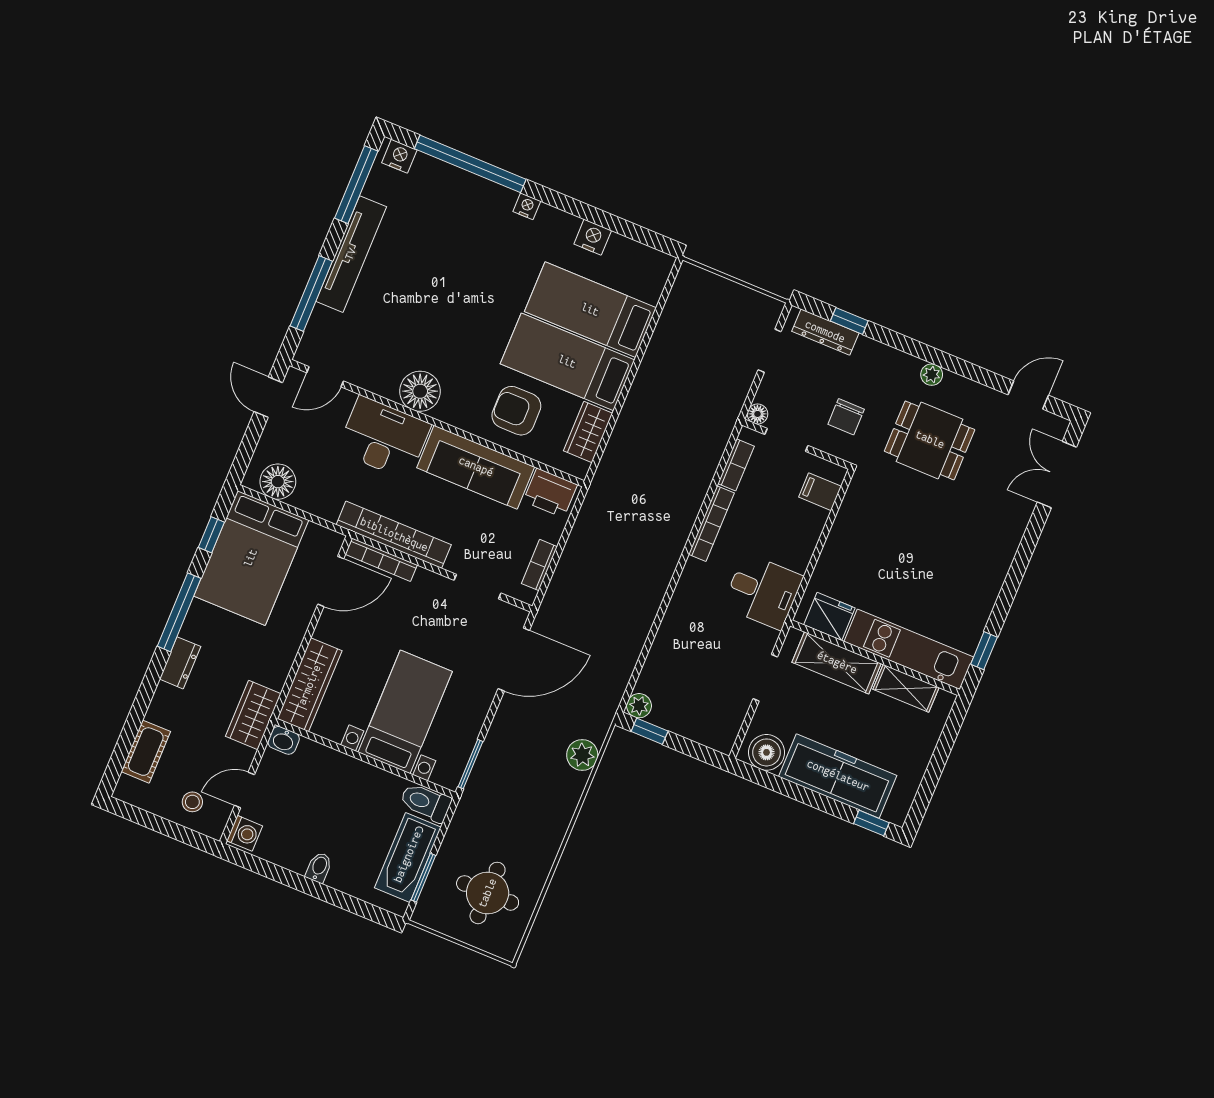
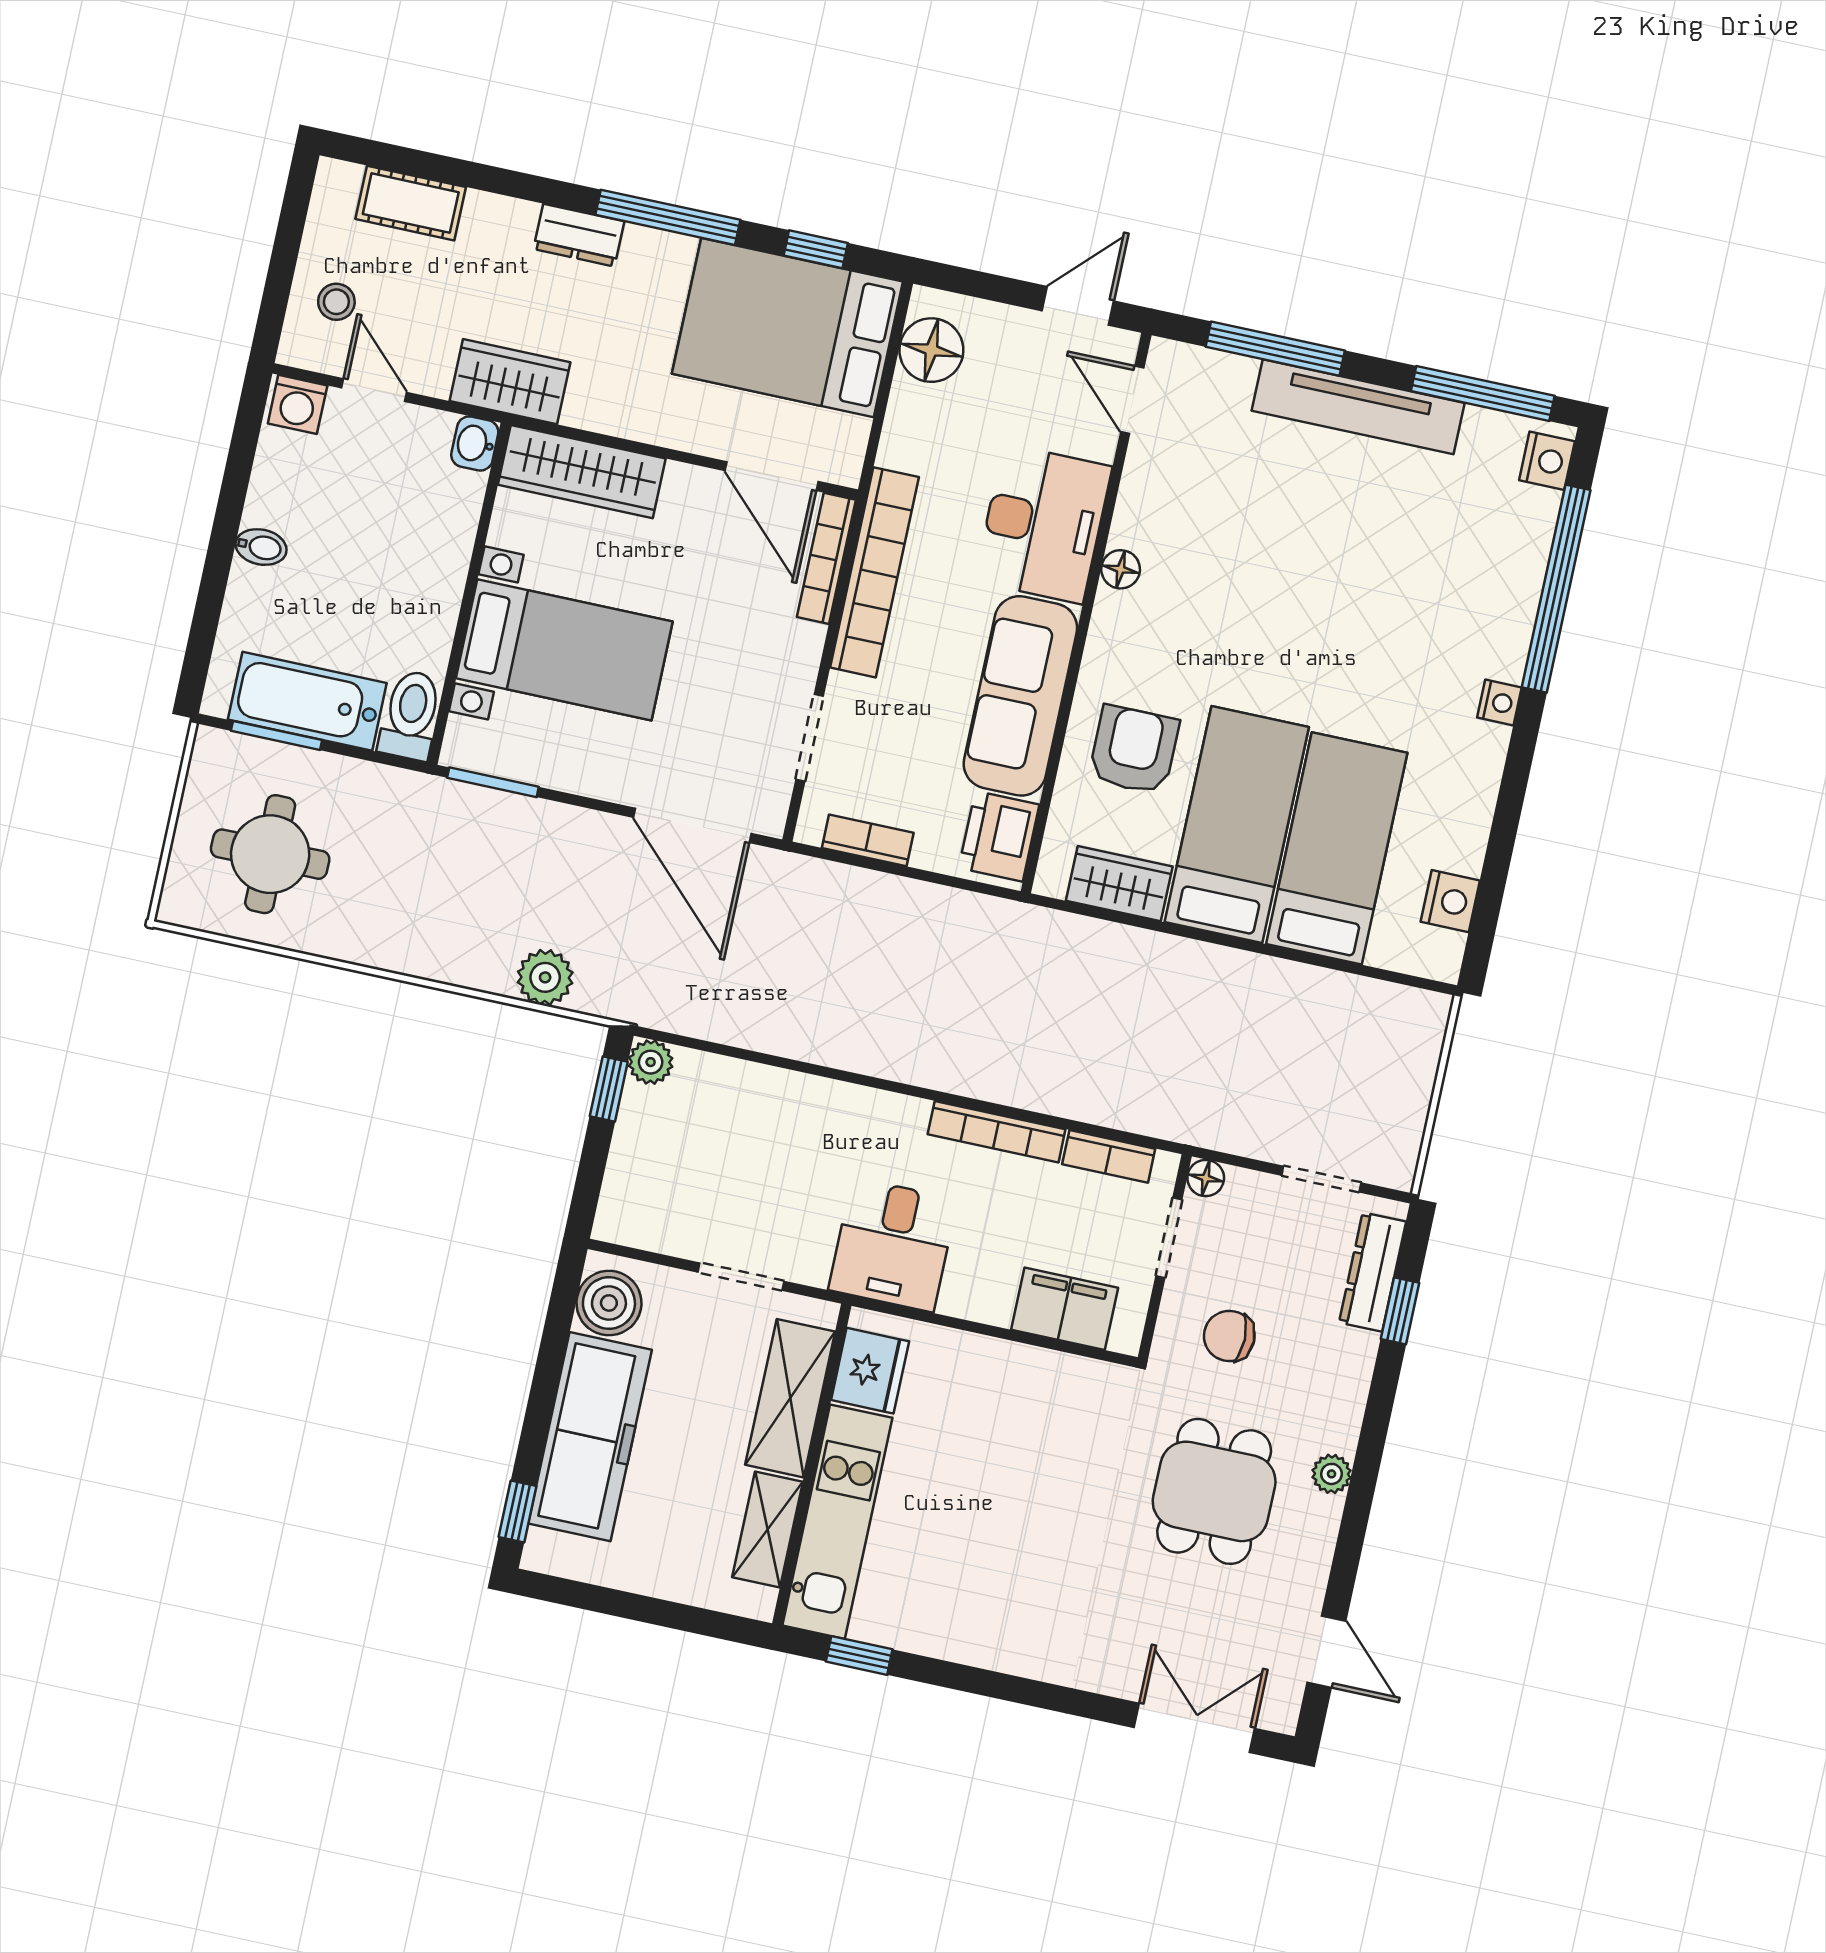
nightstand: (593, 237) -> (1450, 901), moved
floor lamp: (420, 391) -> (1121, 569), width x0.53, depth x0.53
filing cabinet: (820, 492) -> (1065, 1309), width x2.00

